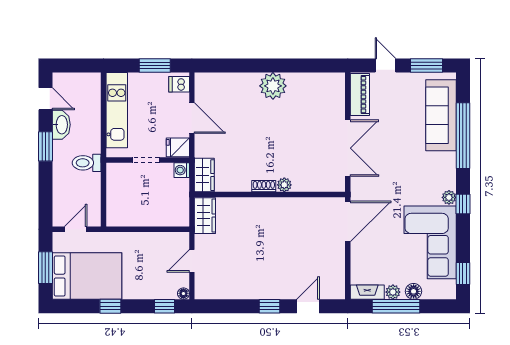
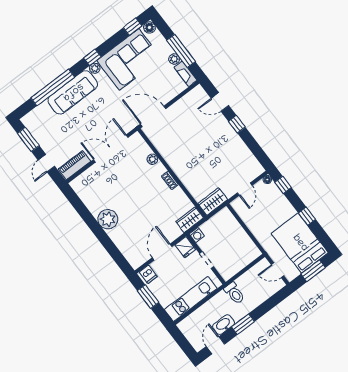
sofa: (441, 115) -> (73, 92), moved
plant: (284, 185) -> (152, 159), moved
door: (192, 261) -> (245, 189), hinge flipped
floor lamp: (414, 291) -> (149, 27), moved

